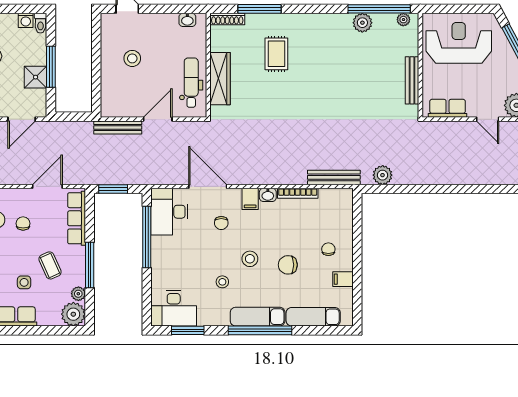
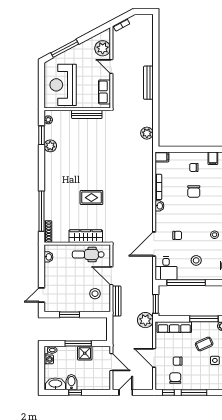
window: (260, 9) -> (41, 211), width x1.46
window: (379, 9) -> (41, 135), width x0.47
window: (96, 53) -> (69, 315), added
rug: (276, 54) -> (91, 198), moved
stool: (132, 58) -> (95, 294), moved
door: (488, 119) -> (111, 66), swing flipped
plant: (88, 173) -> (145, 320), added
bench: (334, 177) -> (148, 83), moved
door: (47, 186) -> (154, 358), moved
filing cabinet: (250, 199) -> (162, 157), moved
desk: (169, 212) -> (166, 268), width x0.73
stool: (250, 259) -> (196, 260), moved
chair: (288, 265) -> (194, 191), moved

